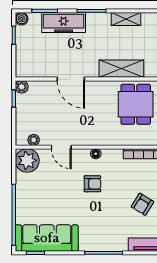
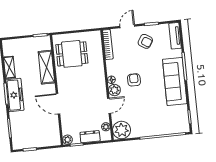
boiler: (22, 19) -> (17, 145), removed
freezer: (64, 23) -> (15, 95), moved
door: (71, 79) -> (58, 104), swing flipped
dresser: (22, 117) -> (90, 137), added
plant: (82, 156) -> (114, 90), added
sofa: (47, 238) -> (175, 81), moved

